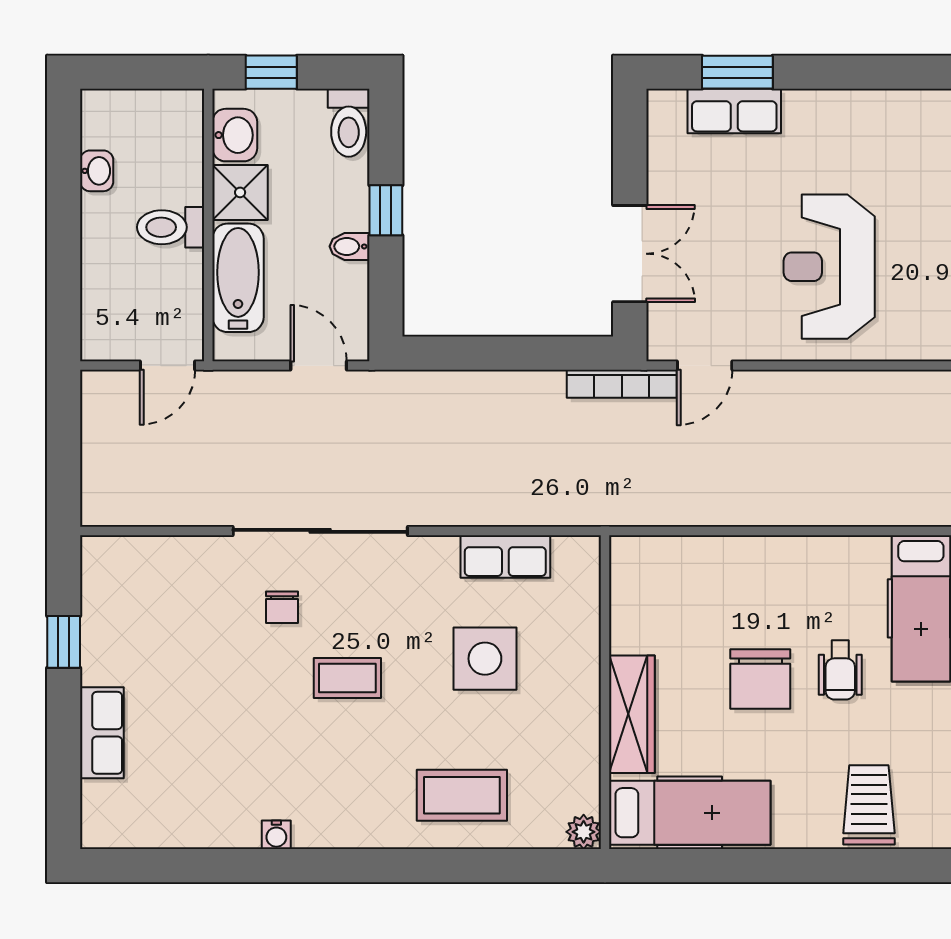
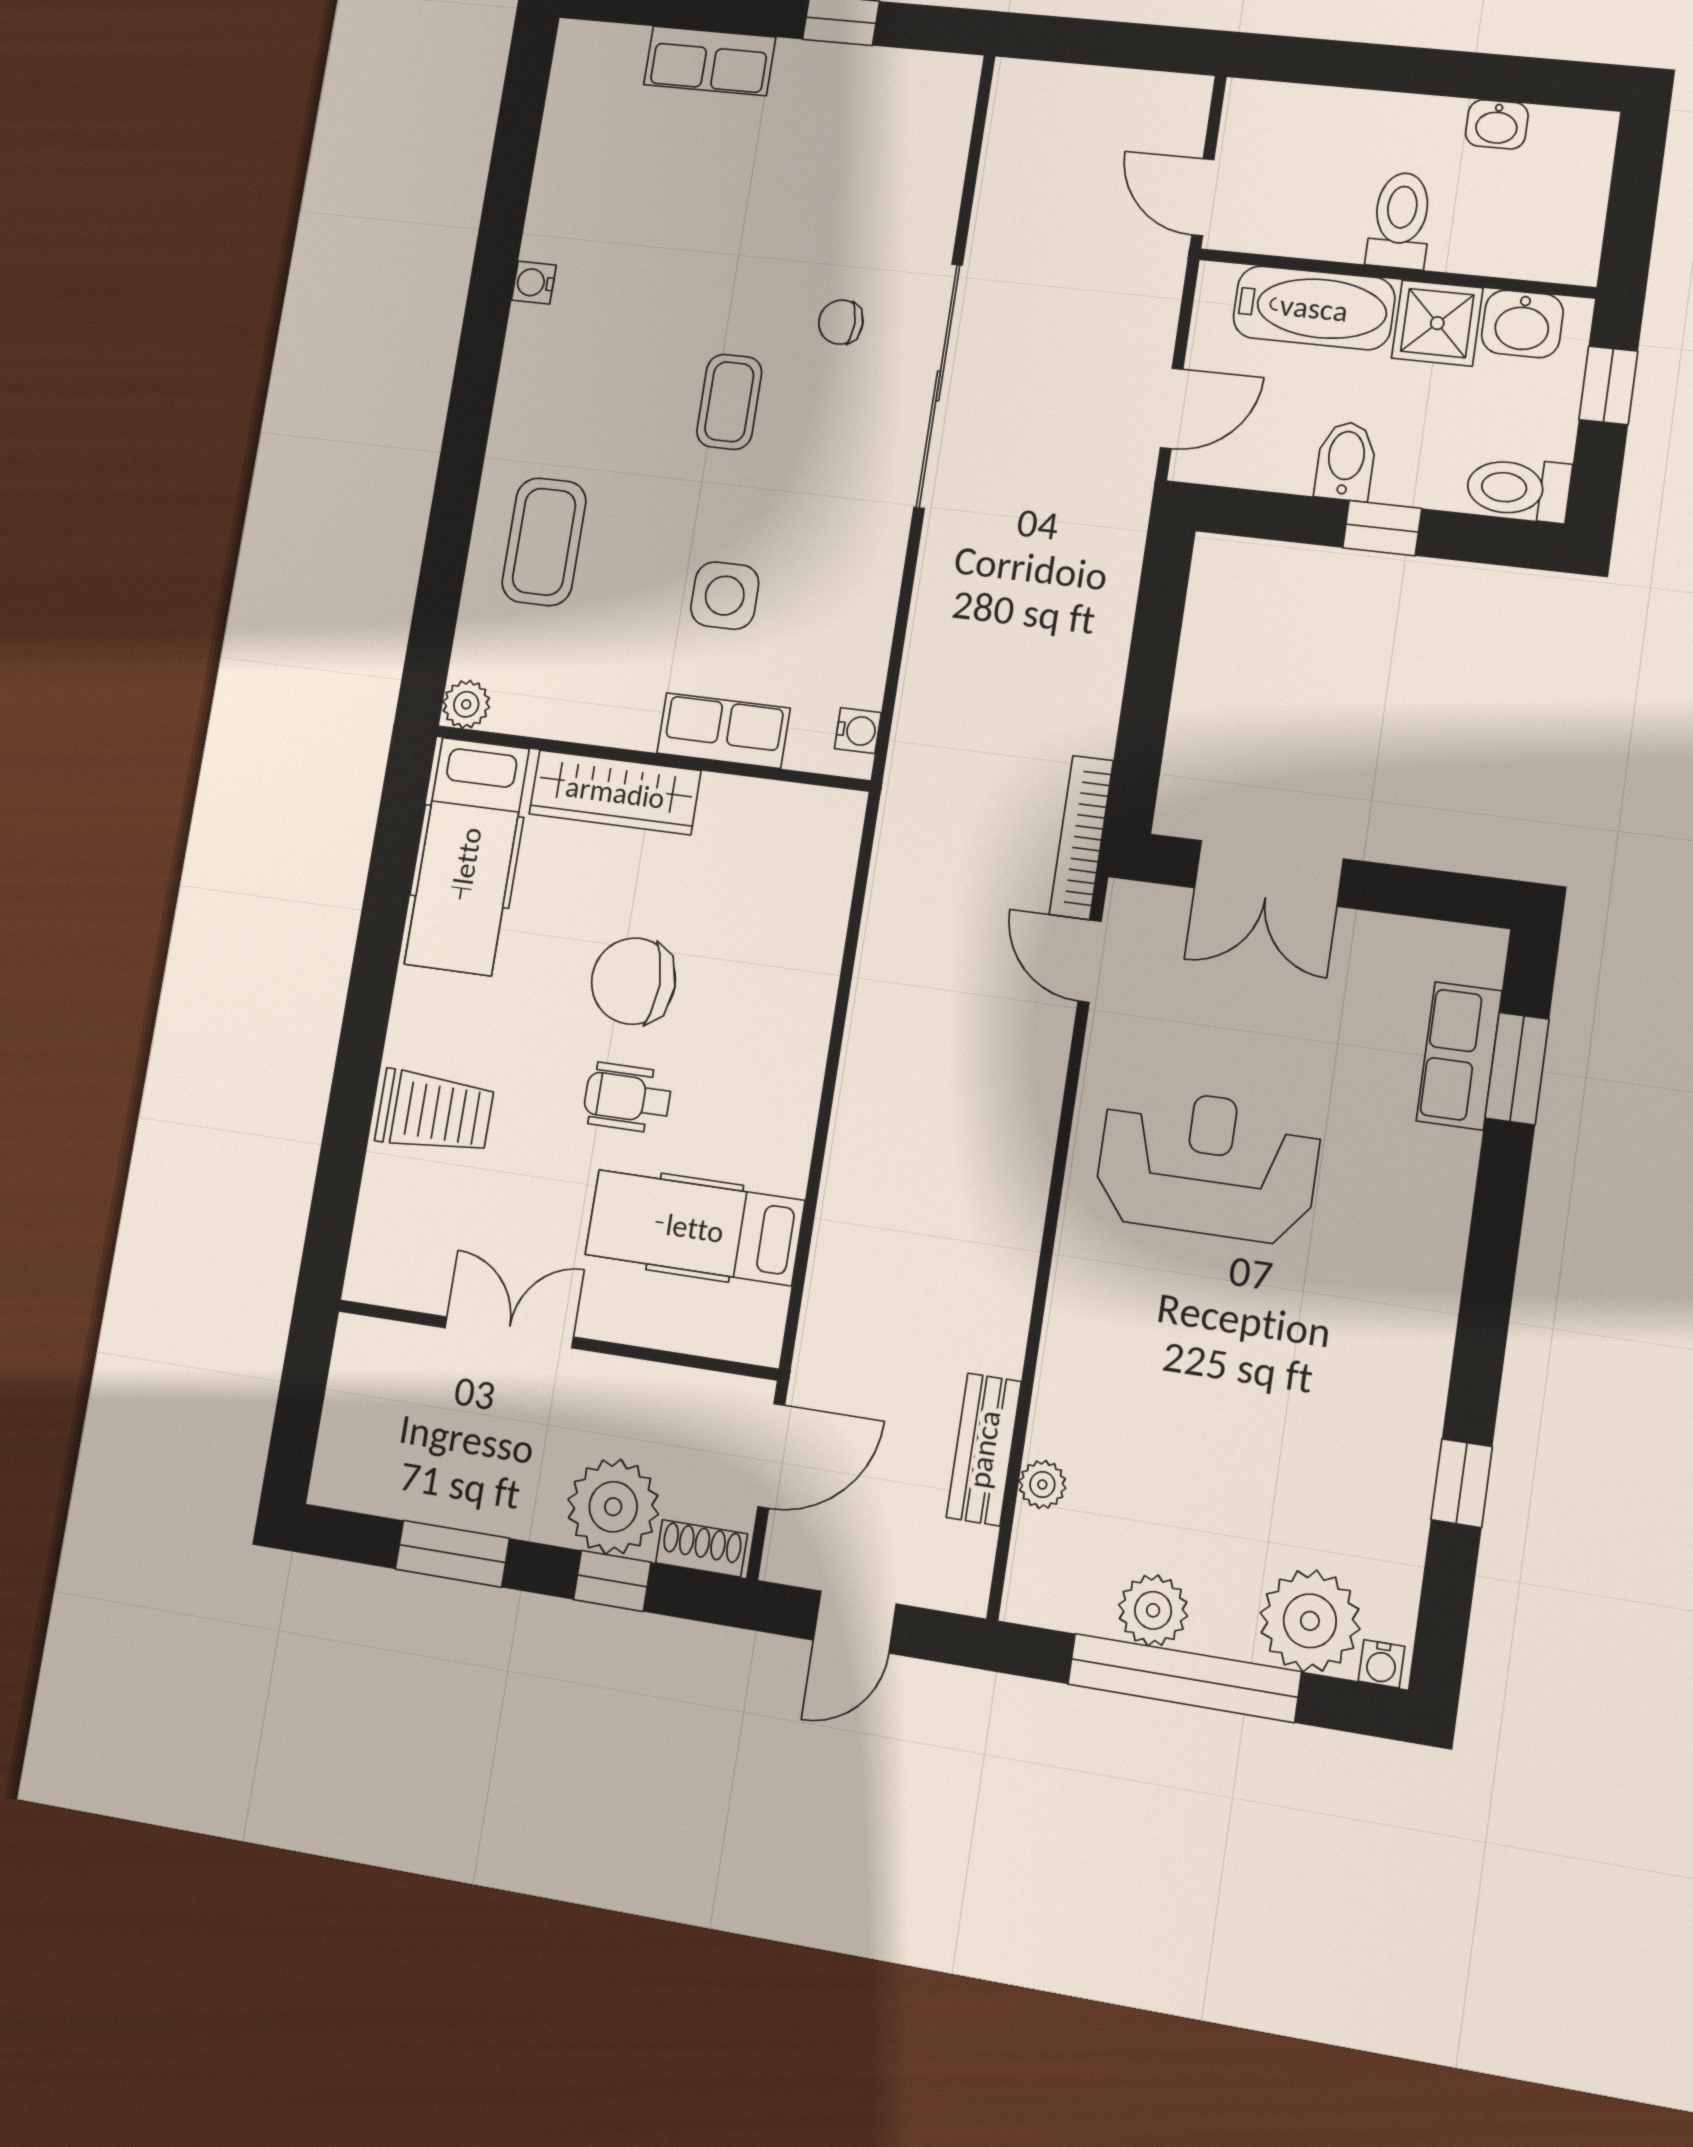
bidet: (350, 246) -> (1346, 461), width x1.38, depth x1.36
water cooler: (568, 550) -> (858, 731), added
row of seats: (505, 556) -> (723, 731), moved, turned 90
side table: (485, 659) -> (725, 596), width x0.73, depth x0.73

